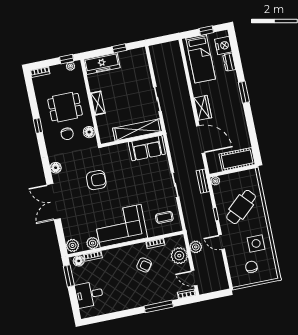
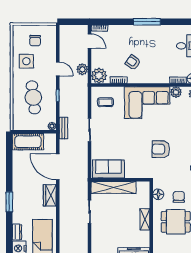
cafe table: (241, 207) -> (33, 97), turned -55
plant: (179, 256) -> (99, 76), moved
window: (159, 306) -> (147, 22), moved

